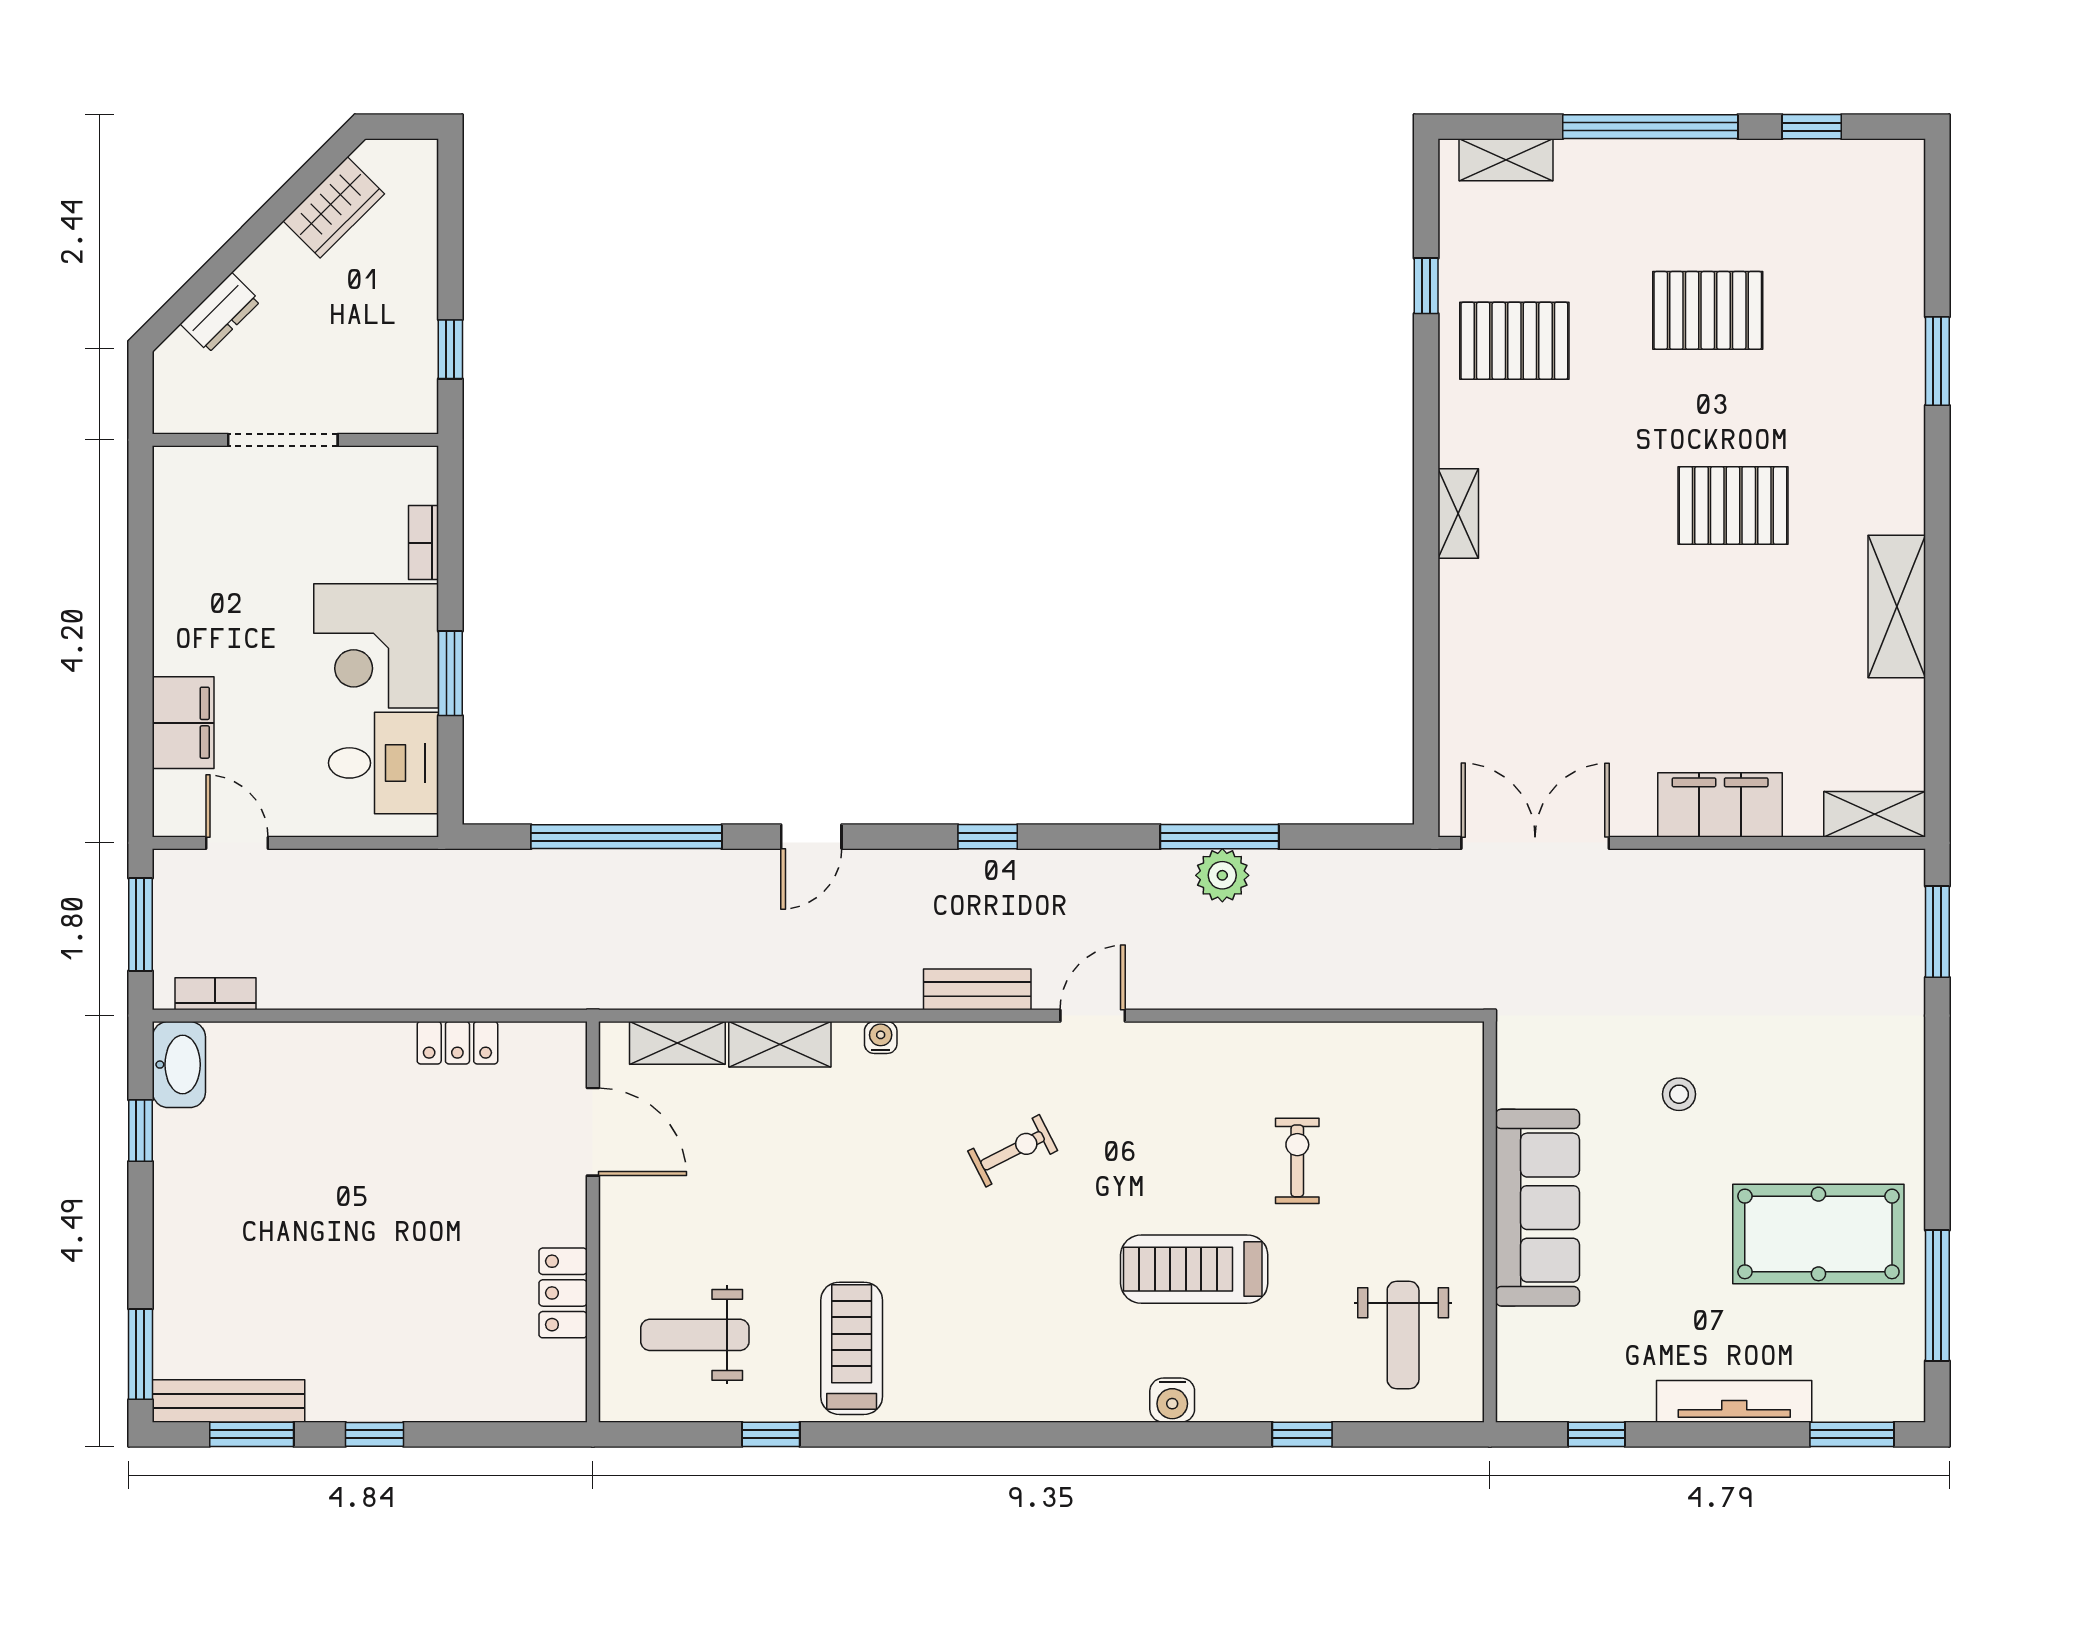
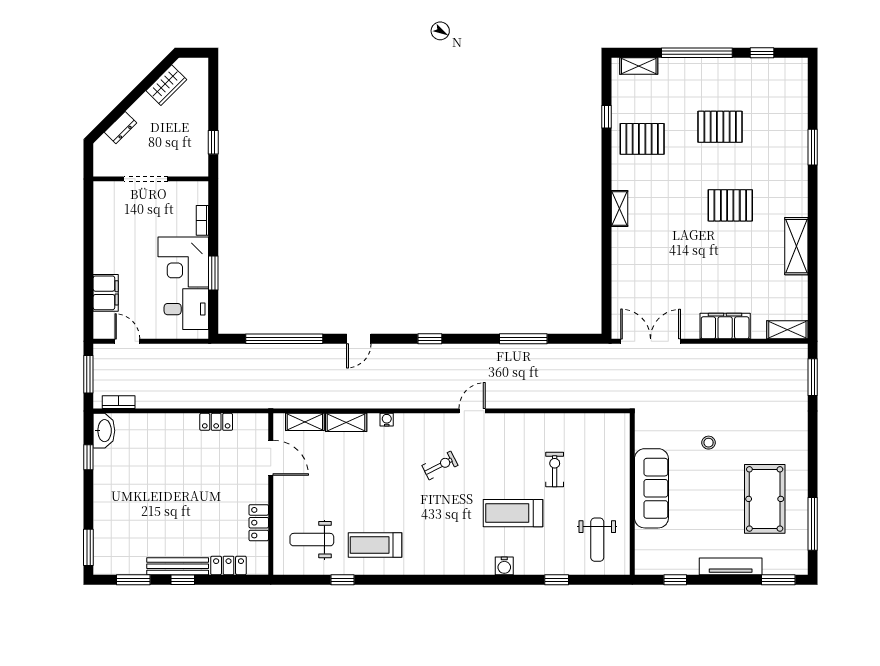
plant: (1222, 875) -> (524, 354), removed
bench: (977, 989) -> (426, 400), removed
pool table: (1818, 1234) -> (765, 499), turned 90
treadmill: (852, 1348) -> (375, 545), turned -90
locker: (488, 1399) -> (229, 565), added
bench: (229, 1401) -> (178, 566), moved

